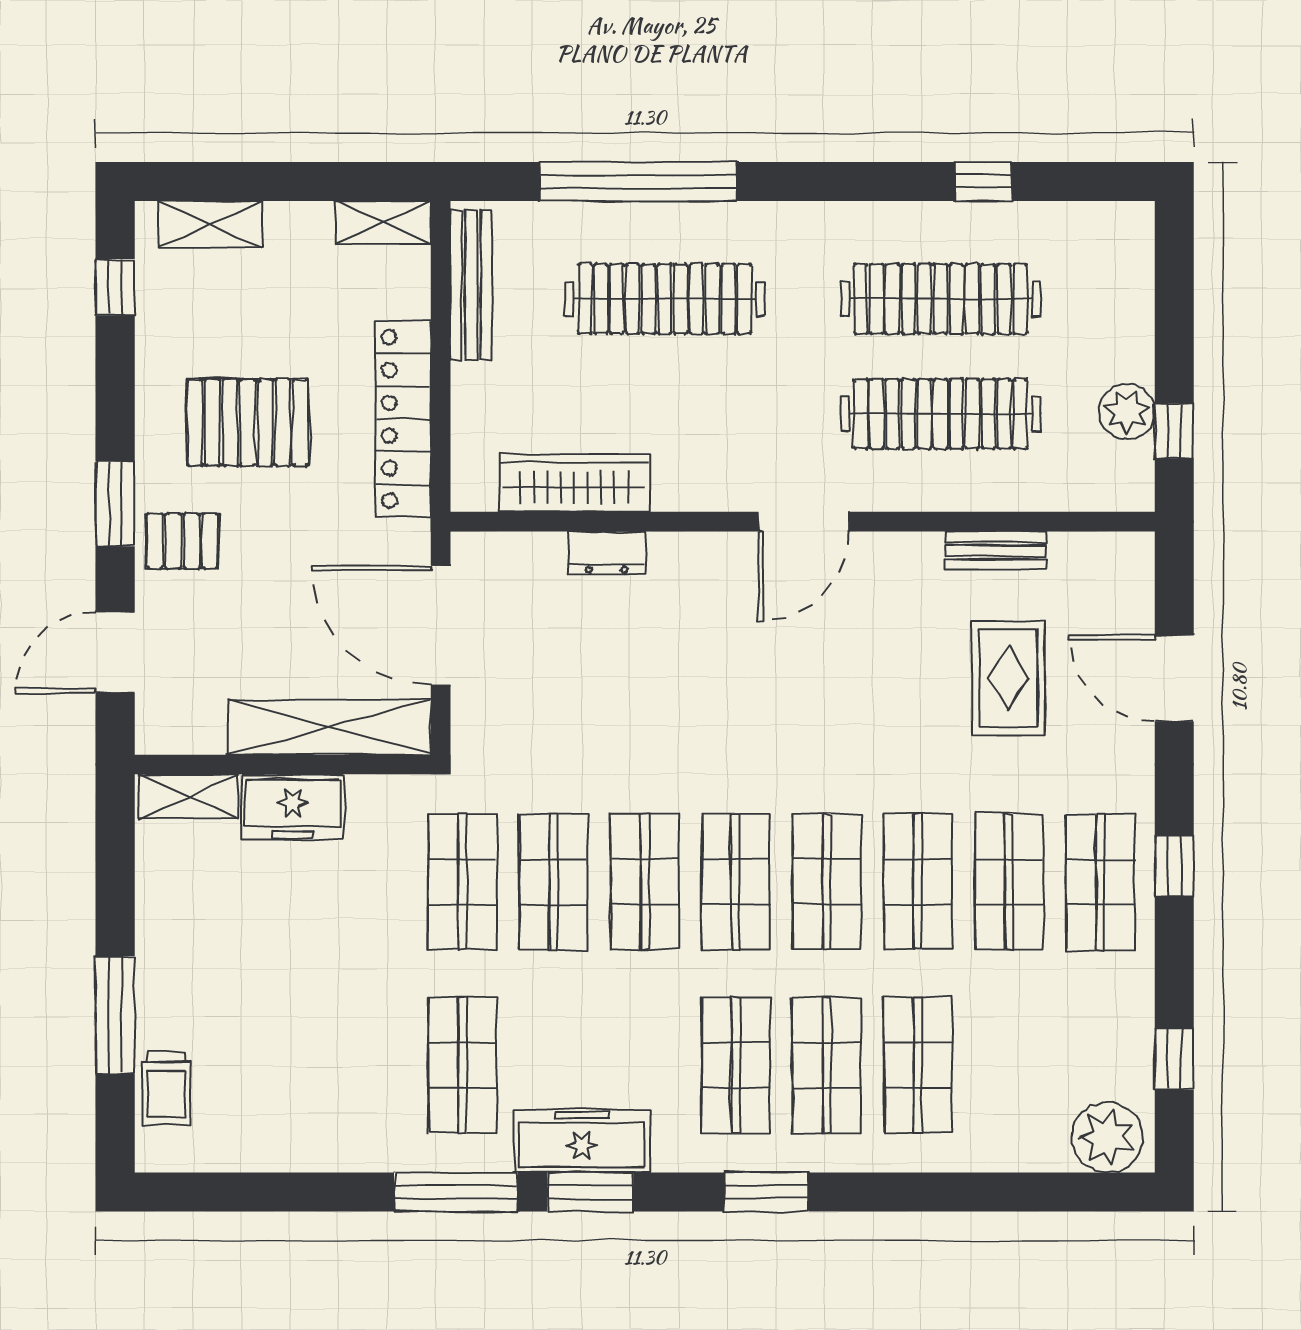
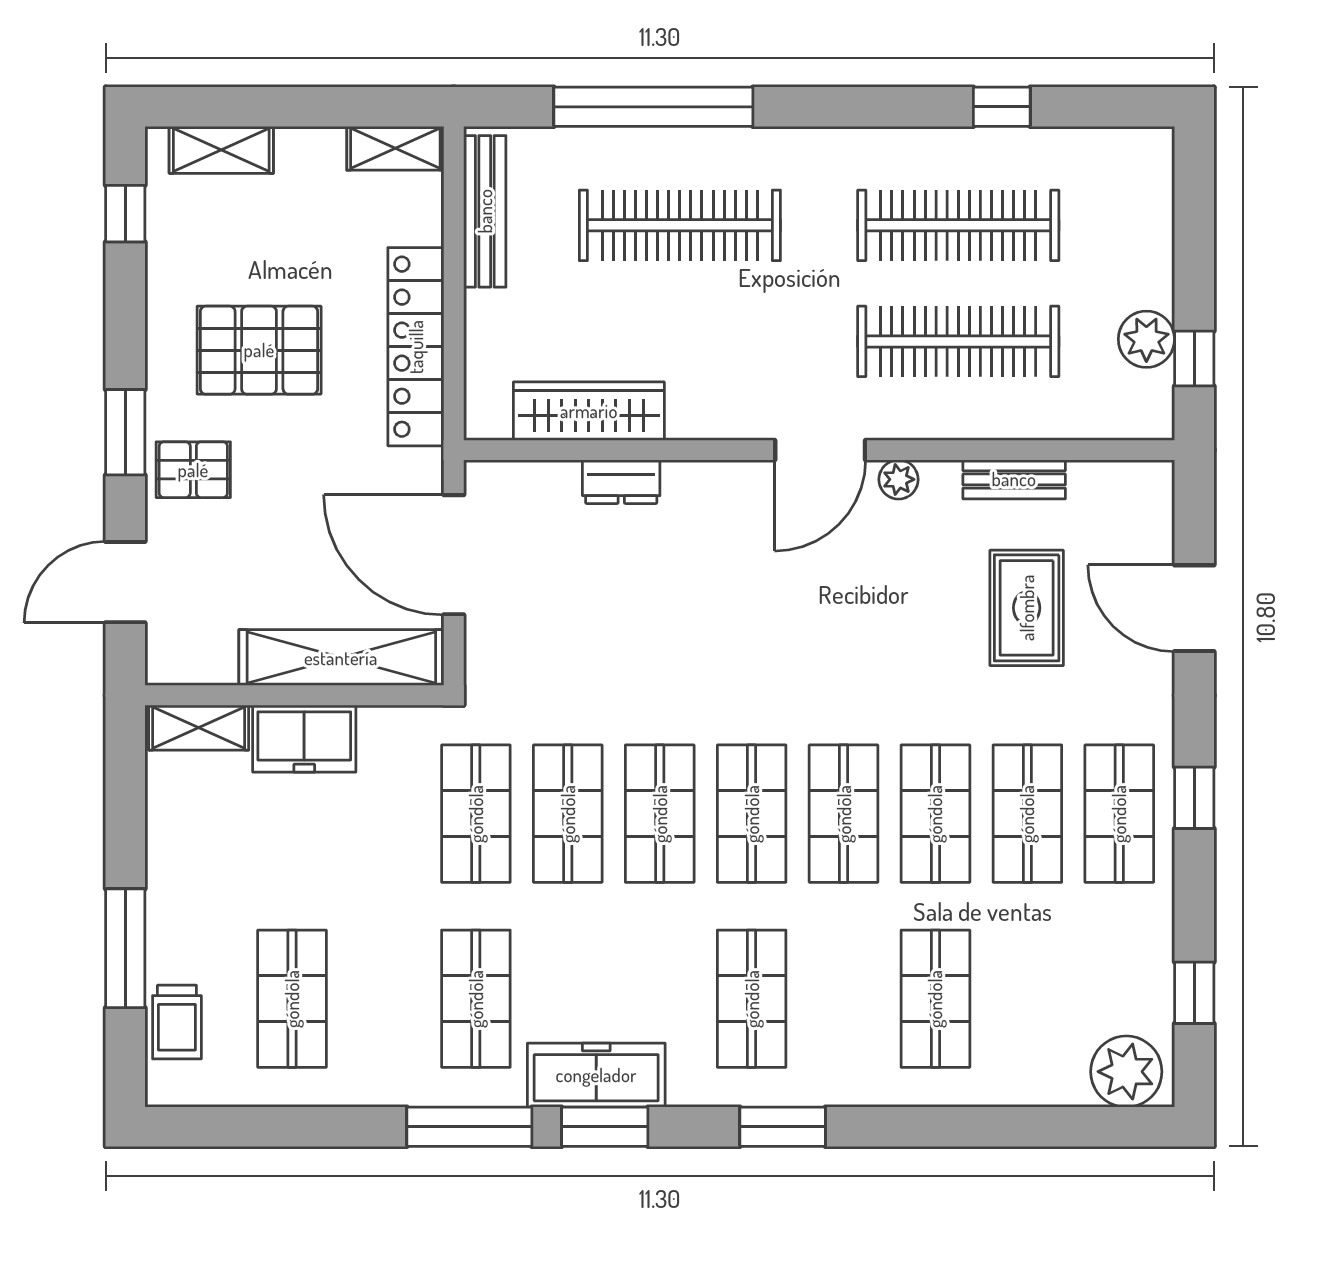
plant: (881, 551) -> (899, 479), added
shop shelf: (827, 1065) -> (292, 999), moved

